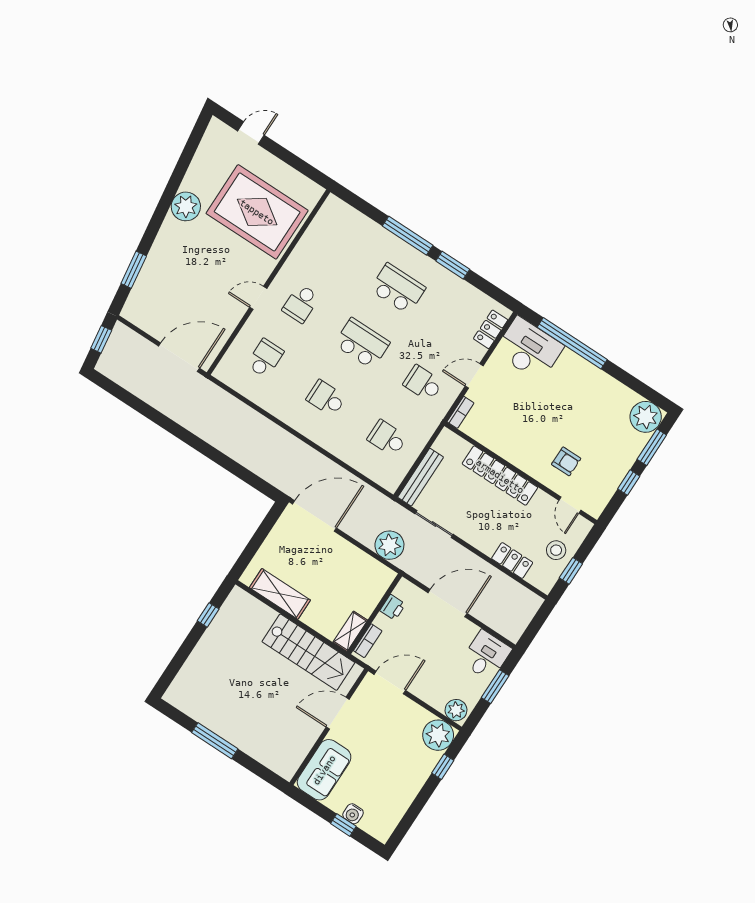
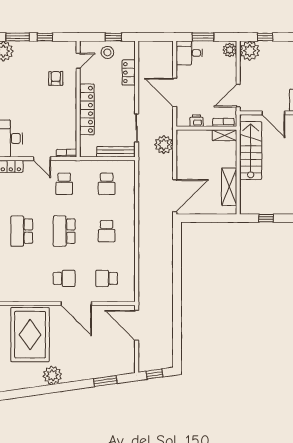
door: (258, 298) -> (76, 304), width x1.88
door: (314, 516) -> (175, 196), swing flipped
door: (390, 682) -> (238, 96), hinge flipped

